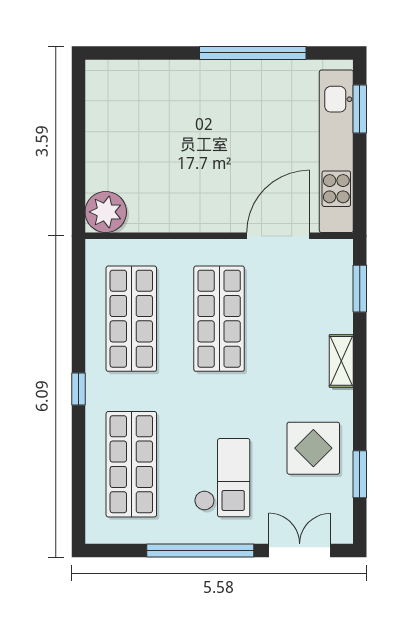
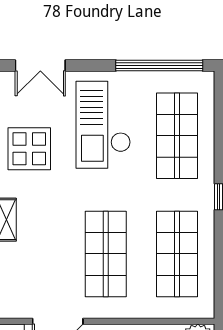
checkout: (222, 478) -> (103, 125), width x1.36, depth x1.21
window: (200, 551) -> (159, 66), moved

